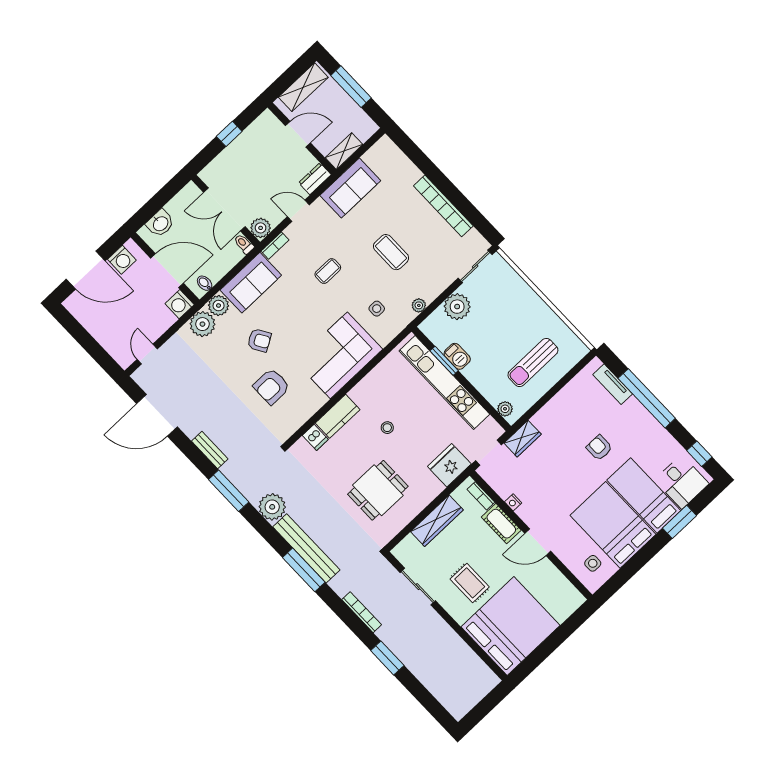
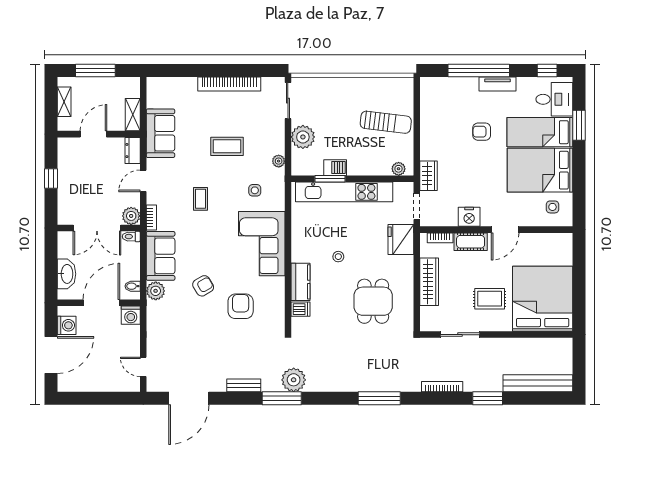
shelving: (303, 87) -> (64, 102), width x0.67, depth x0.75
washbasin: (160, 223) -> (67, 274), width x1.38
plant: (202, 324) -> (158, 313), removed
sun lounger: (533, 363) -> (386, 122), turned -83
tv unit: (613, 384) -> (497, 84), moved
armchair: (272, 386) -> (241, 306), turned 180
nightstand: (513, 502) -> (469, 217), width x1.89, depth x1.79
plant: (272, 507) -> (294, 380), moved
bench: (306, 548) -> (538, 383), moved

